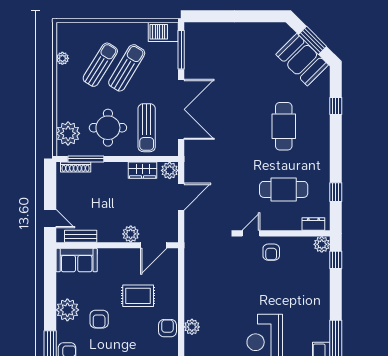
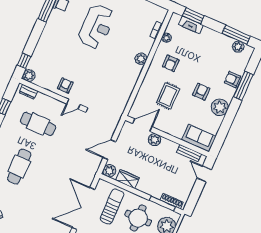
rug: (138, 296) -> (168, 96), turned 90
armchair: (167, 328) -> (171, 63), moved

